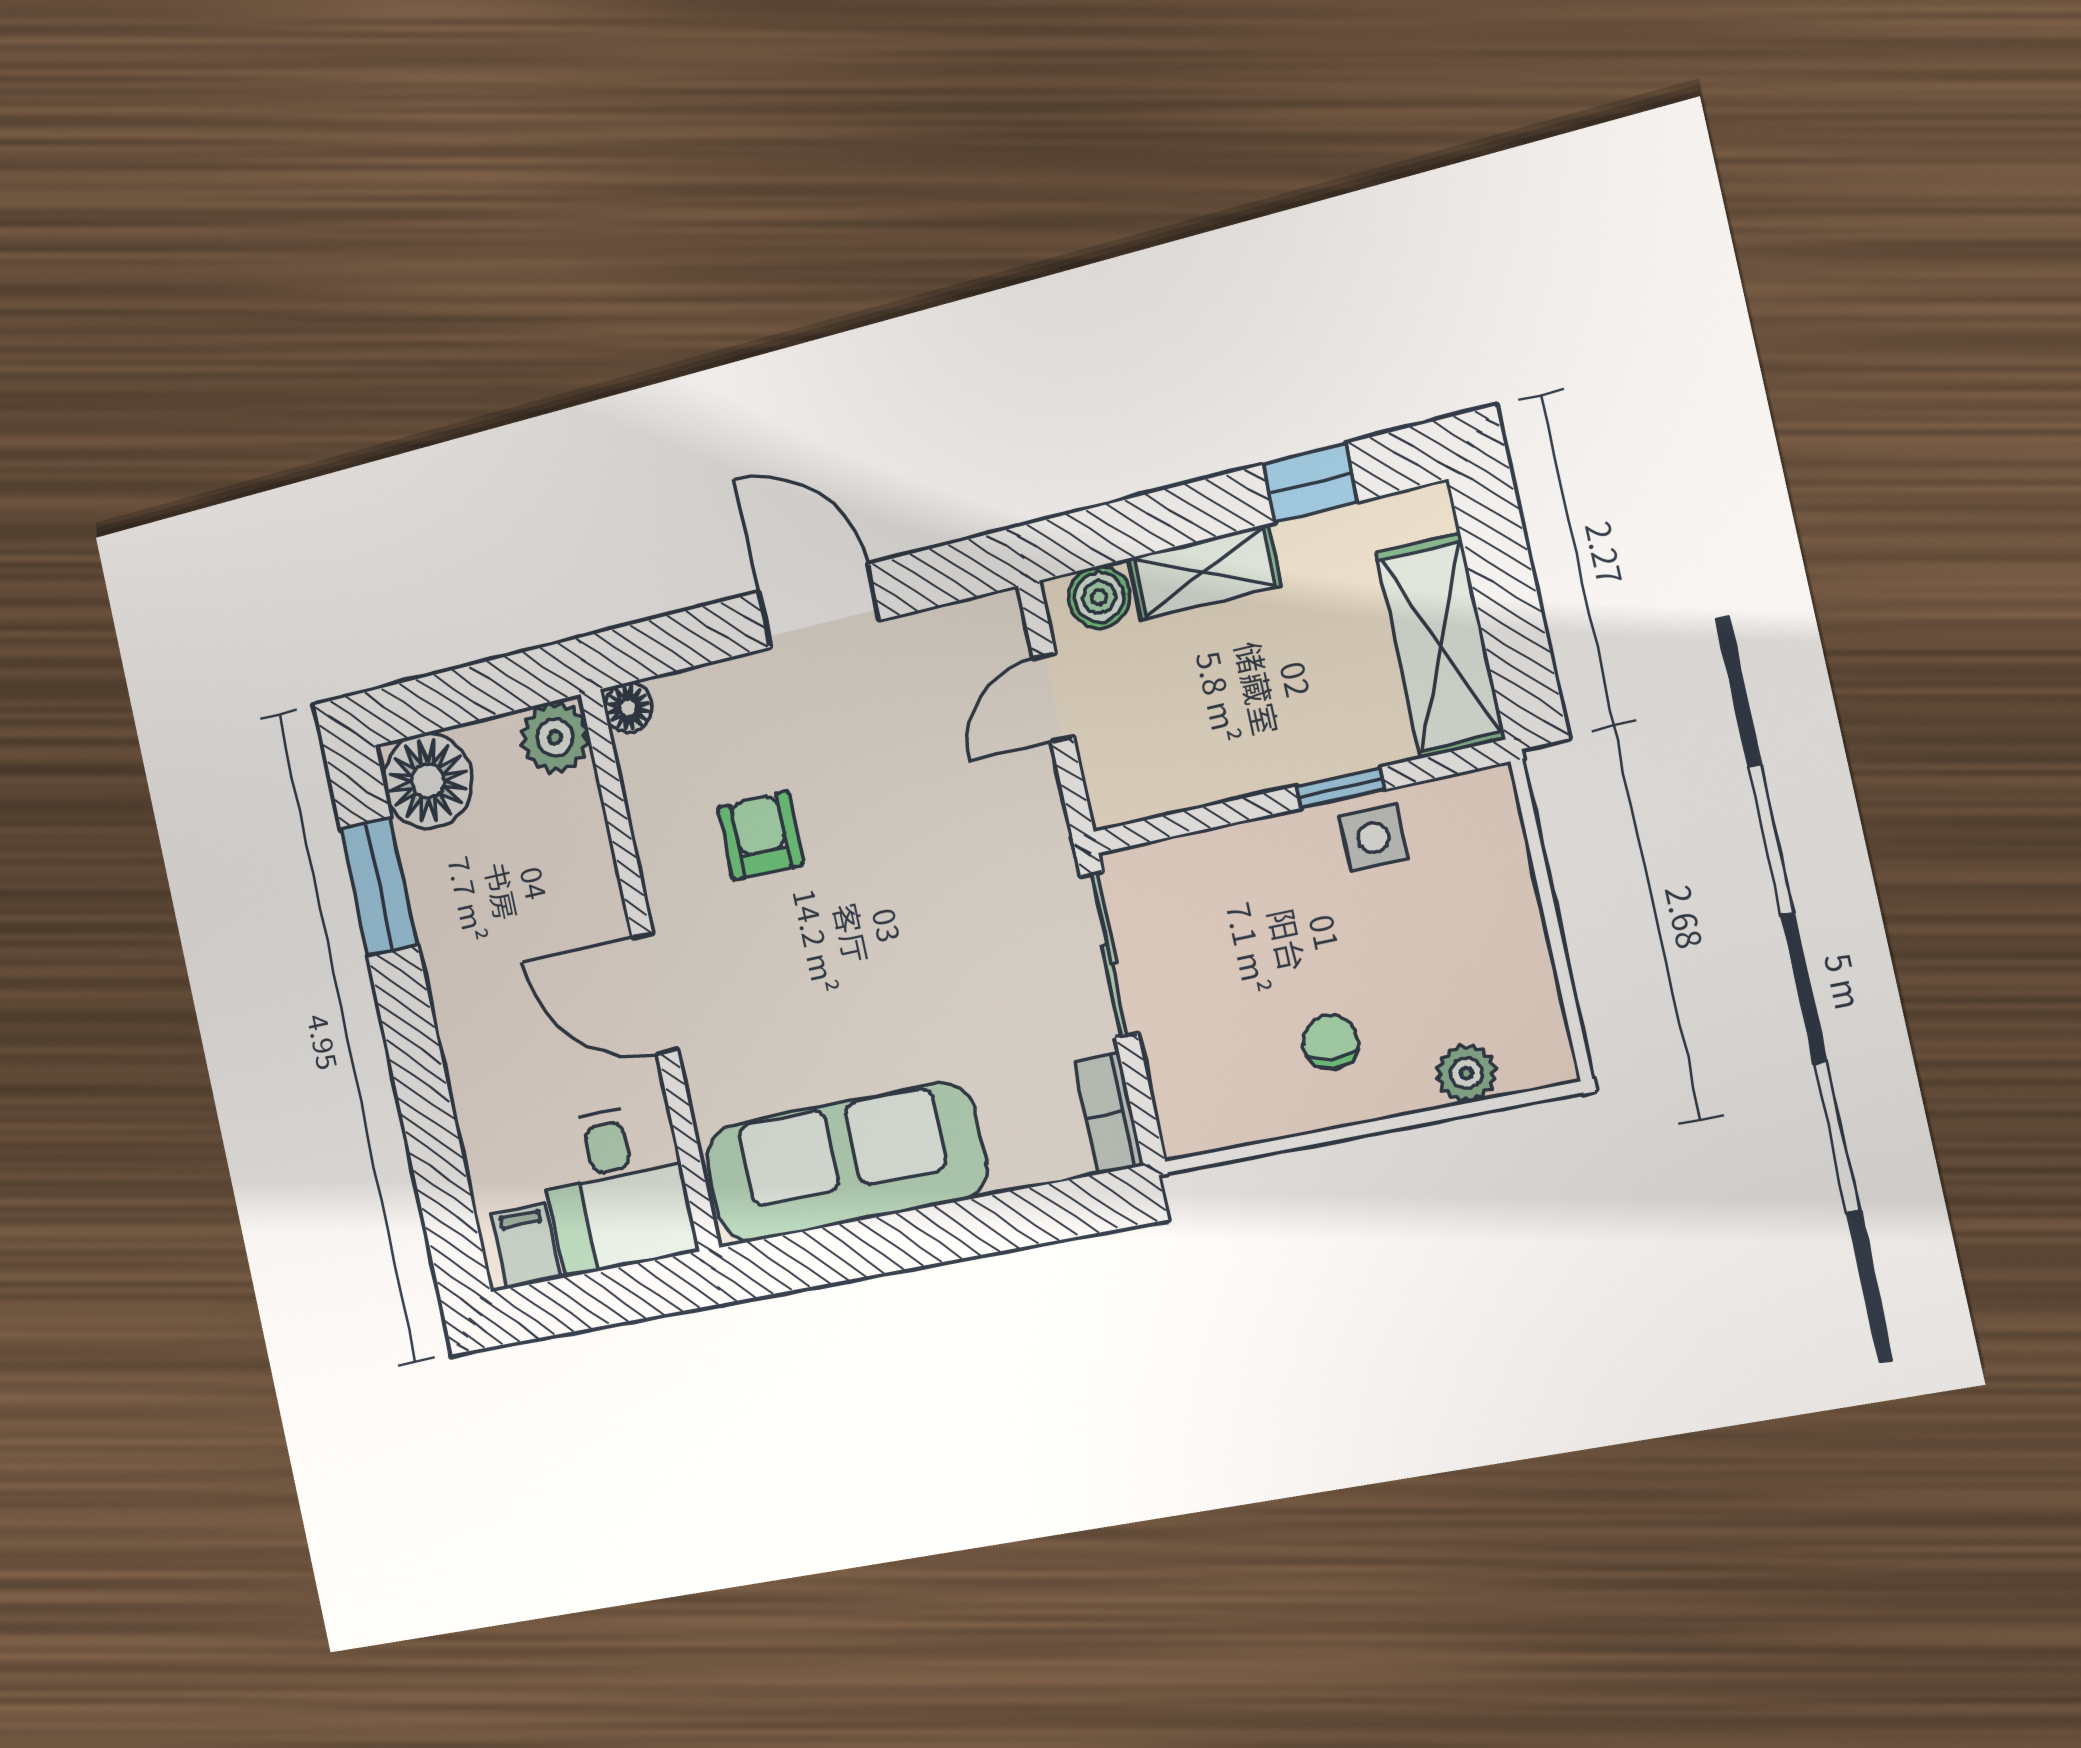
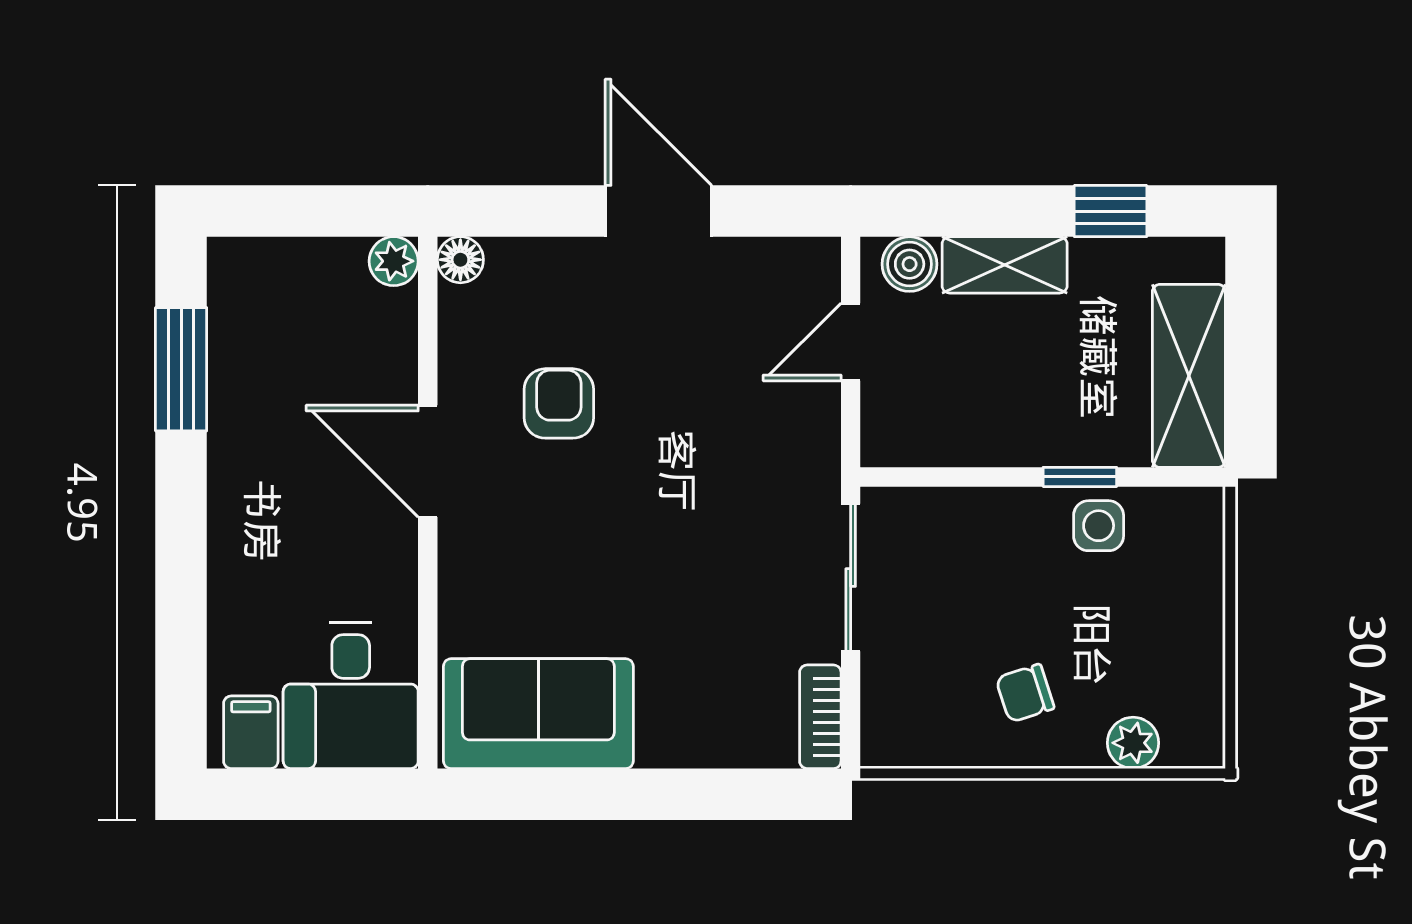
plant: (555, 737) -> (394, 261), width x0.73, depth x0.73
floor lamp: (428, 781) -> (252, 282), removed
door: (655, 994) -> (428, 461), moved
chair: (1330, 1042) -> (1025, 693), turned -111
sofa: (845, 1162) -> (538, 714), width x0.73

